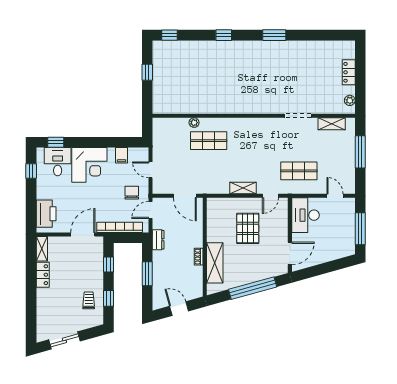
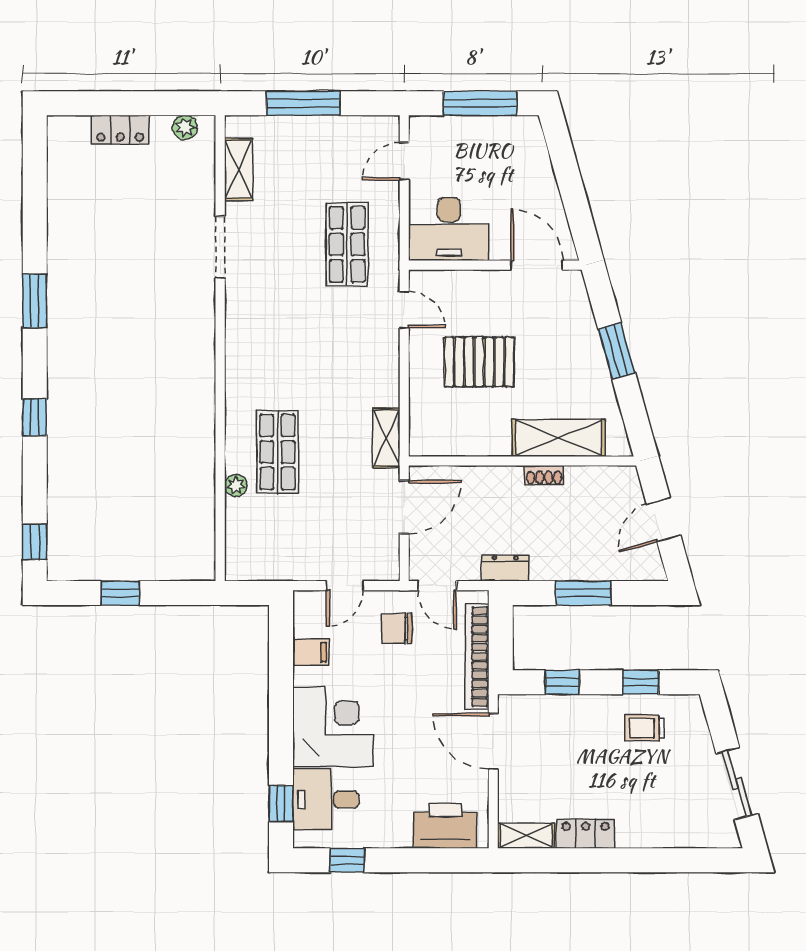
shelving: (243, 188) -> (386, 438), moved
window: (253, 288) -> (617, 351), width x0.47

